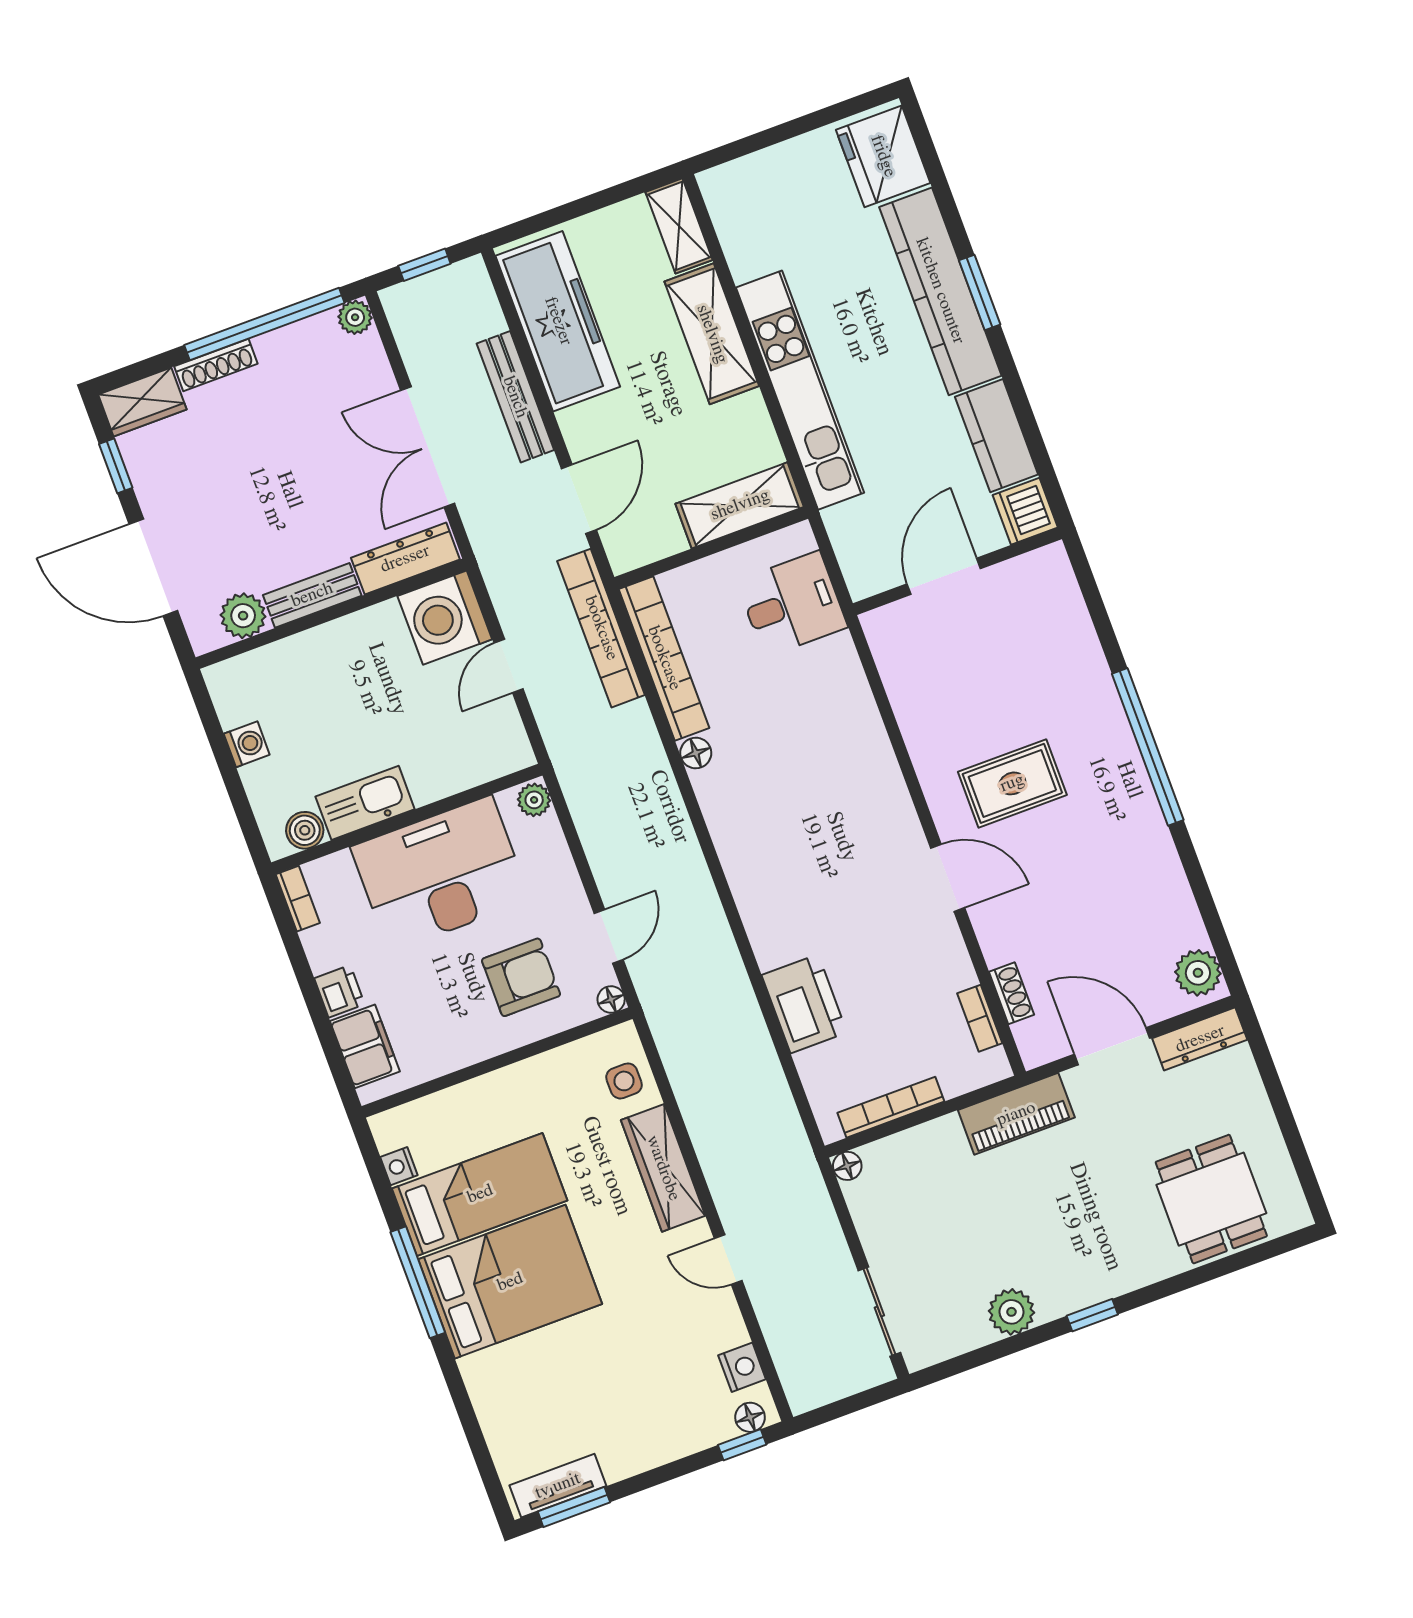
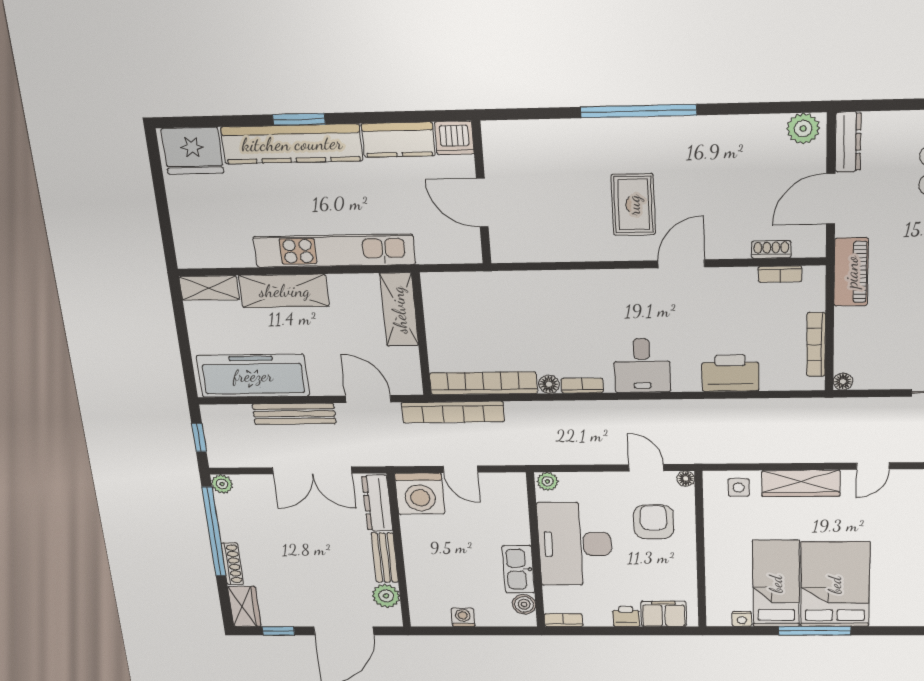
desk: (792, 604) -> (642, 366), moved, turned 180
bookcase: (710, 801) -> (582, 386), added

